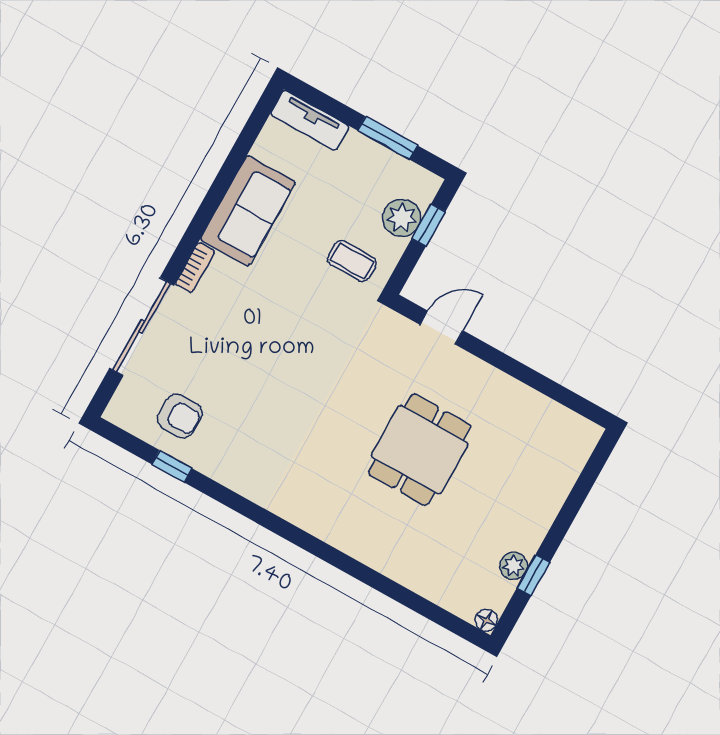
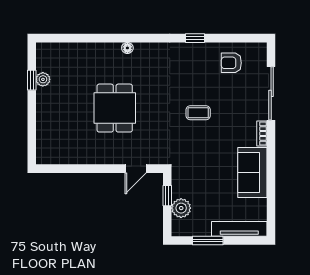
tv unit: (310, 120) -> (239, 229), width x1.41
window: (428, 225) -> (167, 196), moved
coffee table: (352, 261) -> (198, 113), moved
window: (172, 466) -> (195, 38), moved
floor lamp: (486, 620) -> (127, 48), moved

